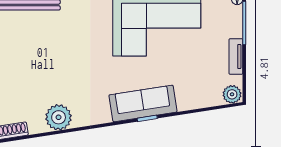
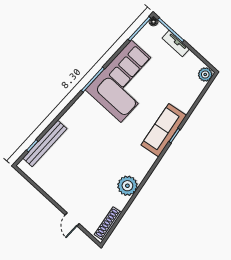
tv unit: (236, 56) -> (176, 43), moved

